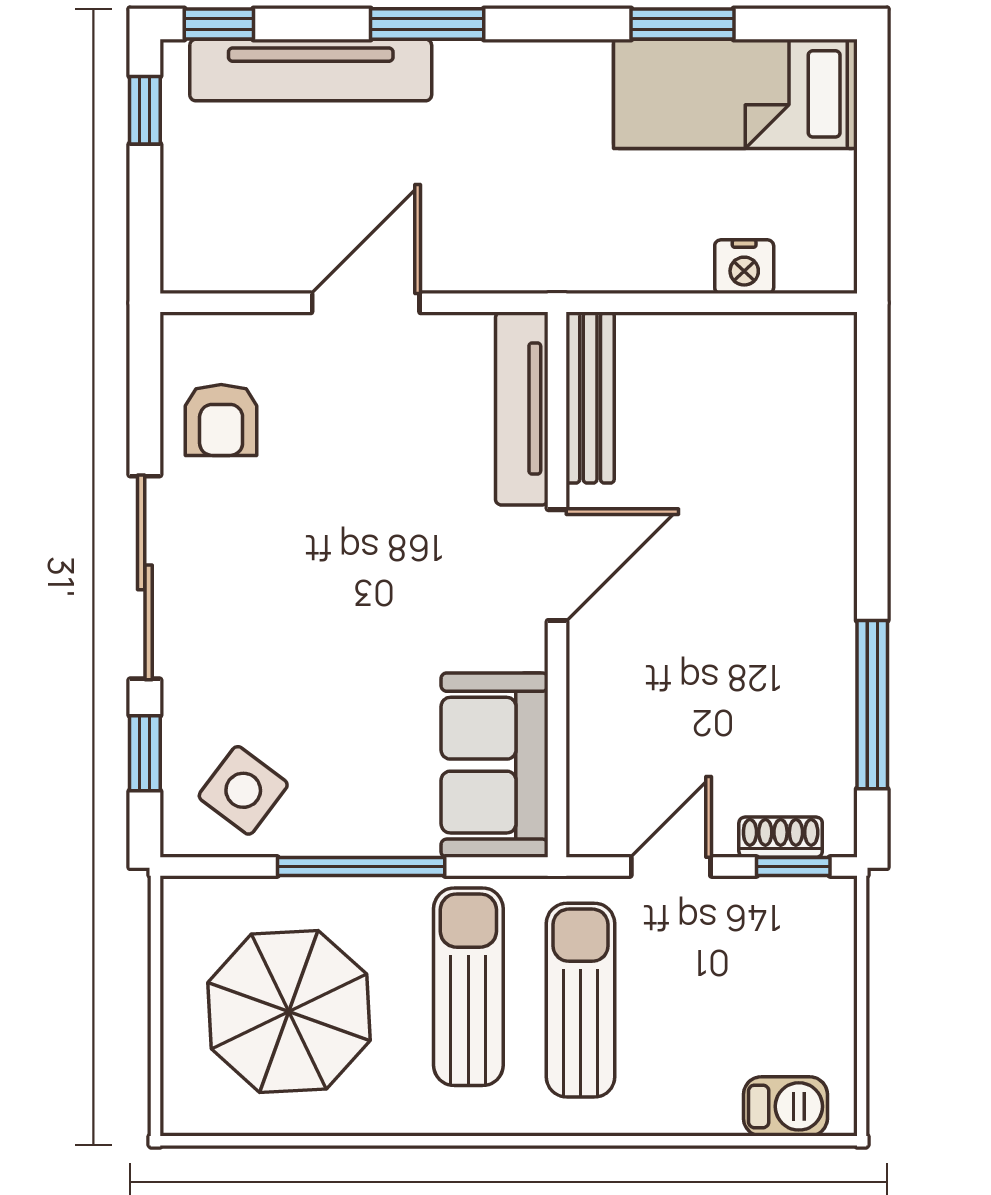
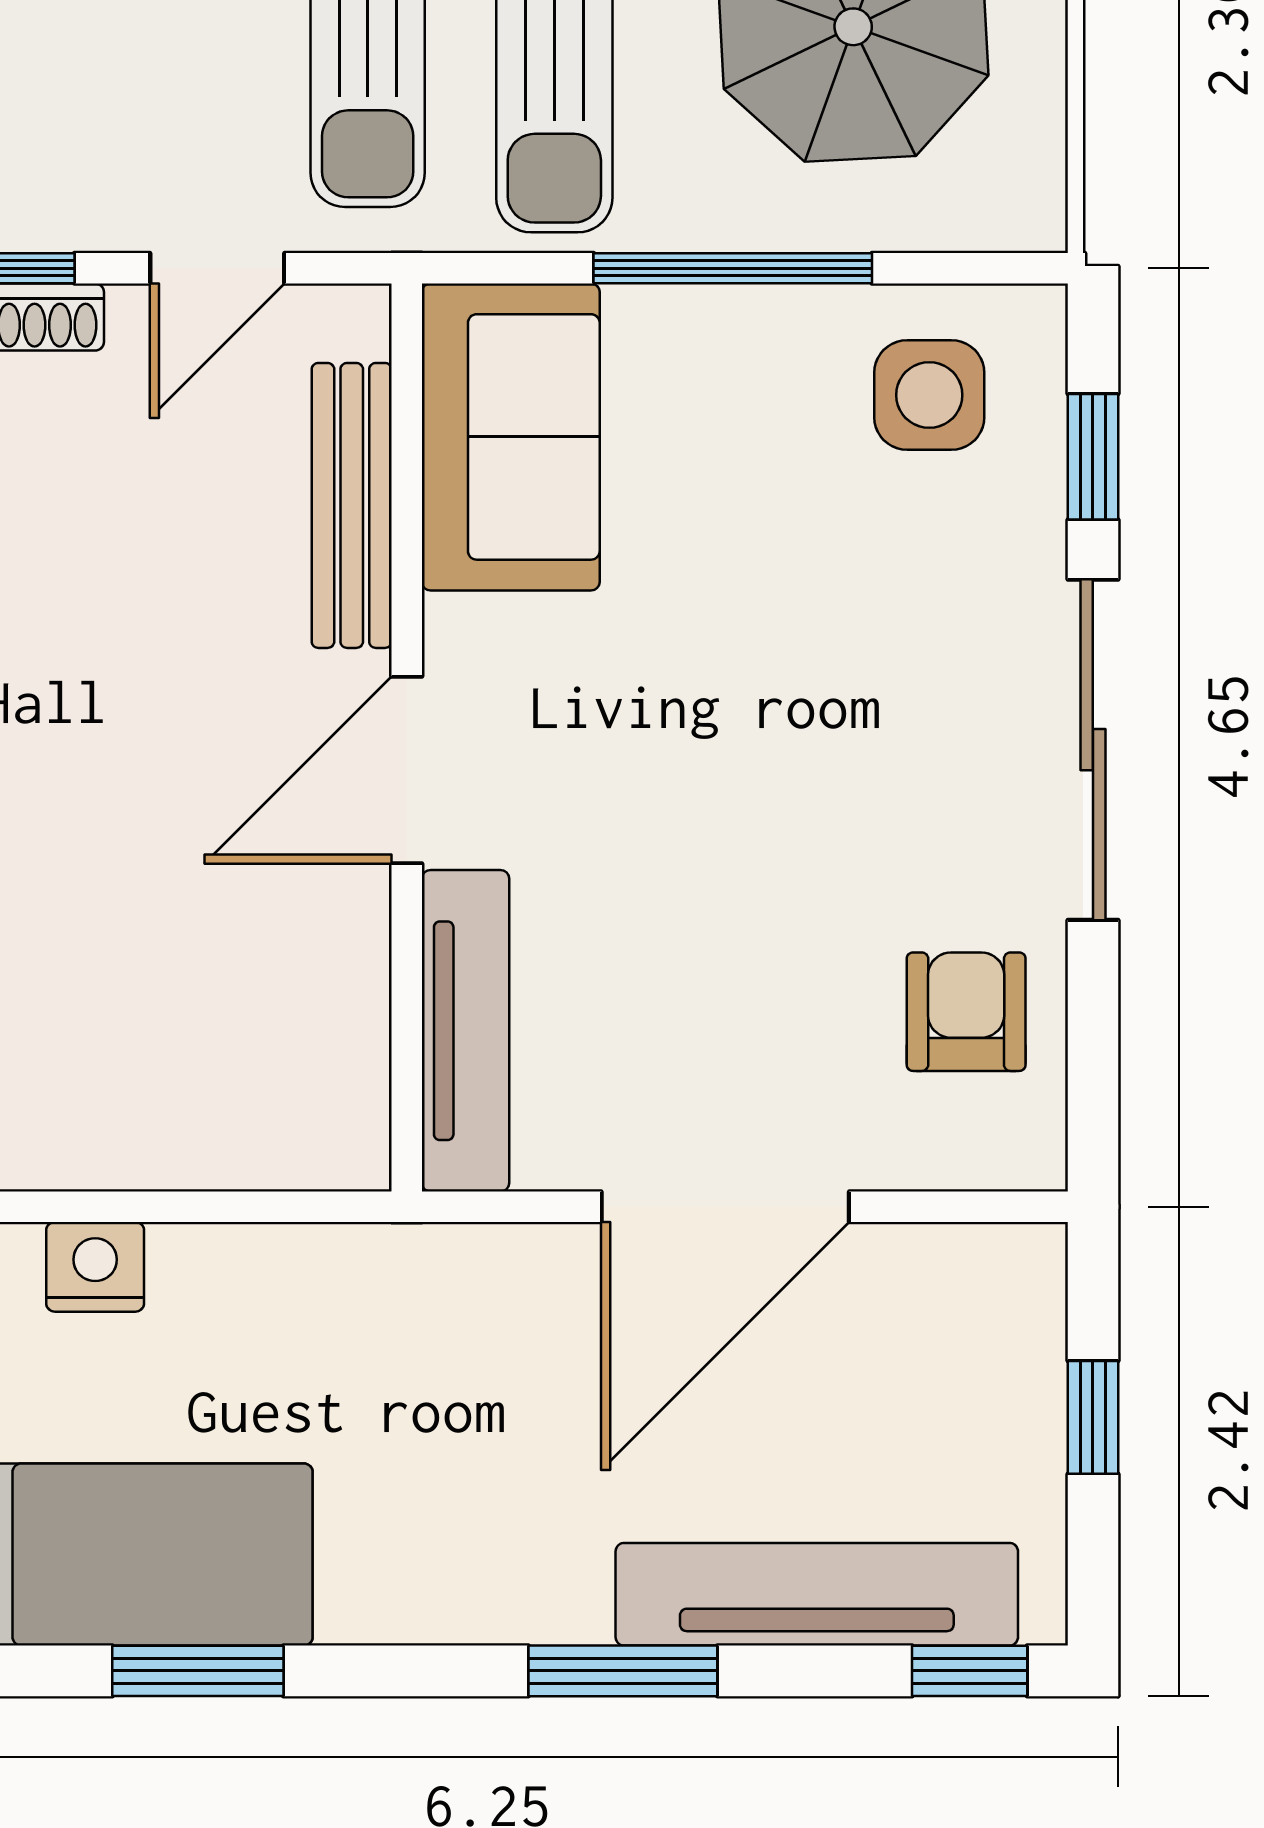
window: (145, 110) -> (1093, 1417), moved
door: (366, 303) -> (725, 1207), width x1.36
bench: (590, 398) -> (352, 505), moved
side table: (243, 790) -> (929, 395), turned -37

